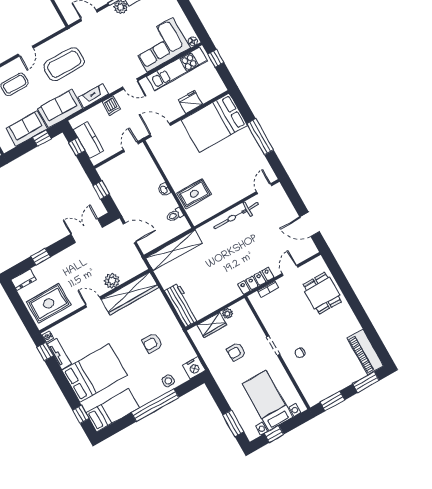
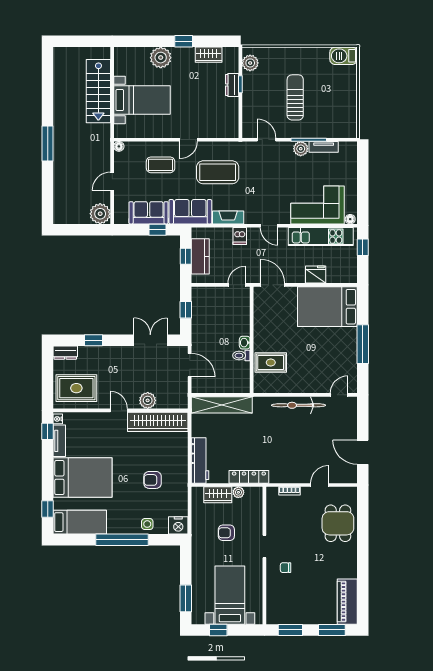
toilet: (175, 215) -> (241, 356), moved
locker: (256, 281) -> (249, 477), moved

